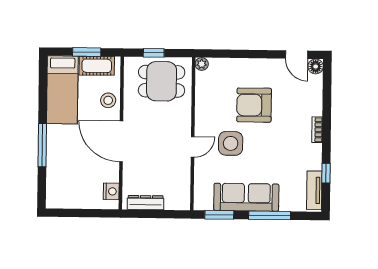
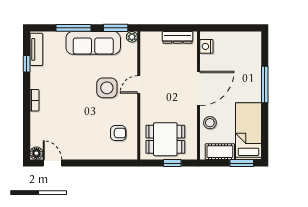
window: (87, 52) -> (242, 163), moved
plant: (202, 64) -> (132, 37), moved
armchair: (254, 105) -> (118, 133), moved, width x0.53, depth x0.53
door: (121, 141) -> (199, 88), hinge flipped

